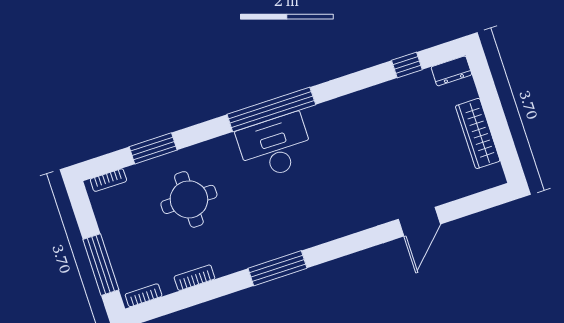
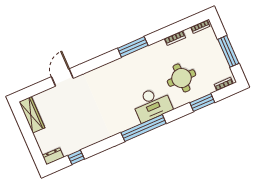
wardrobe: (478, 133) -> (32, 115), moved
desk: (275, 146) -> (152, 104), moved
window: (101, 265) -> (228, 51), moved

